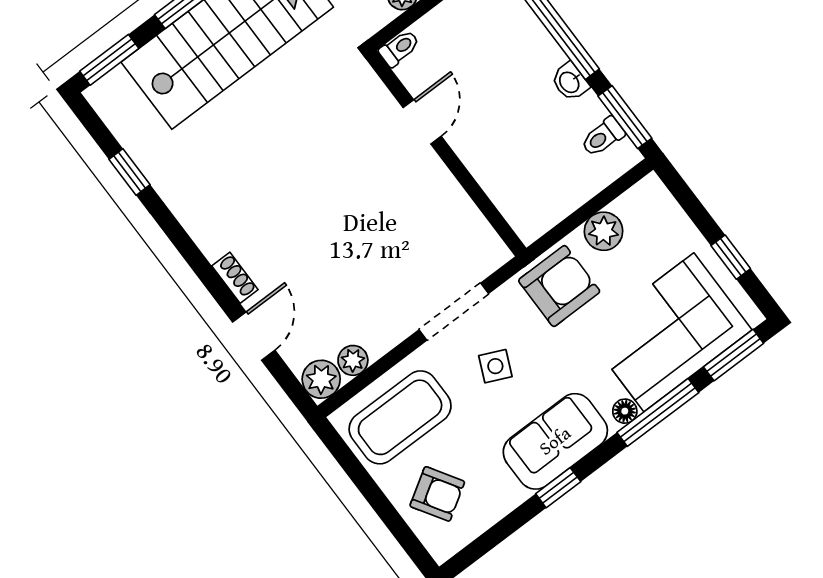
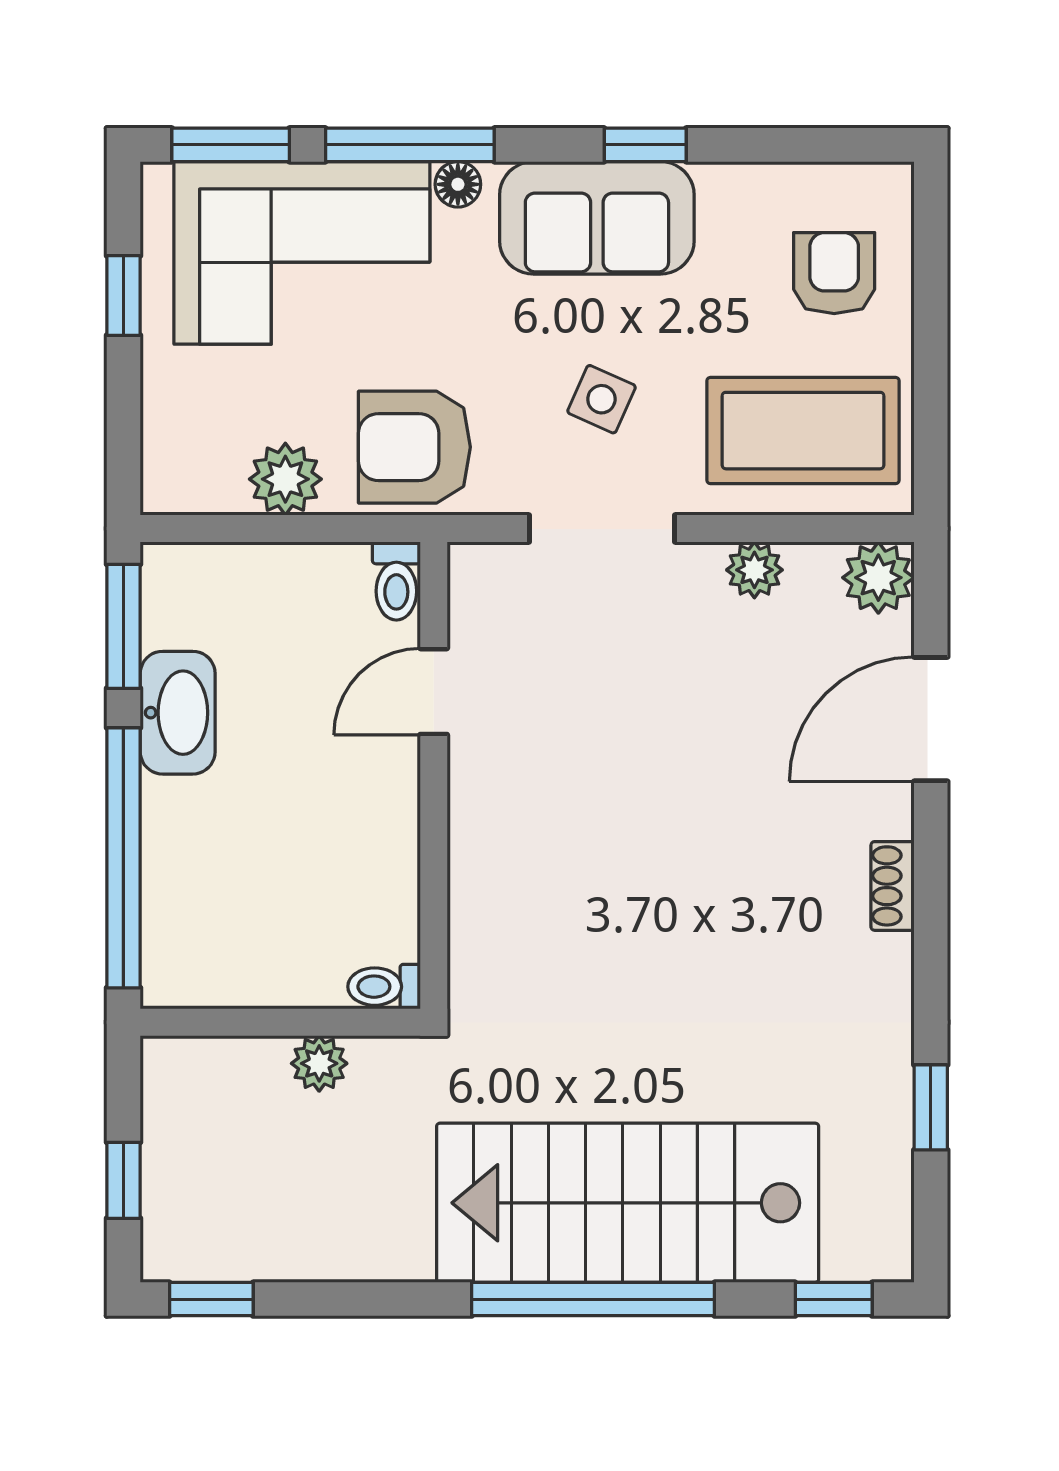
window: (109, 60) -> (834, 1299), width x0.67
washbasin: (570, 82) -> (178, 713), width x1.91, depth x1.45
door: (422, 122) -> (434, 692), moved
toilet: (603, 137) -> (396, 581), moved, turned 90
shoe rack: (235, 278) -> (893, 886), moved
door: (254, 336) -> (931, 719), width x1.38
plant: (353, 360) -> (754, 570), moved
armchair: (437, 494) -> (834, 273), turned 32

